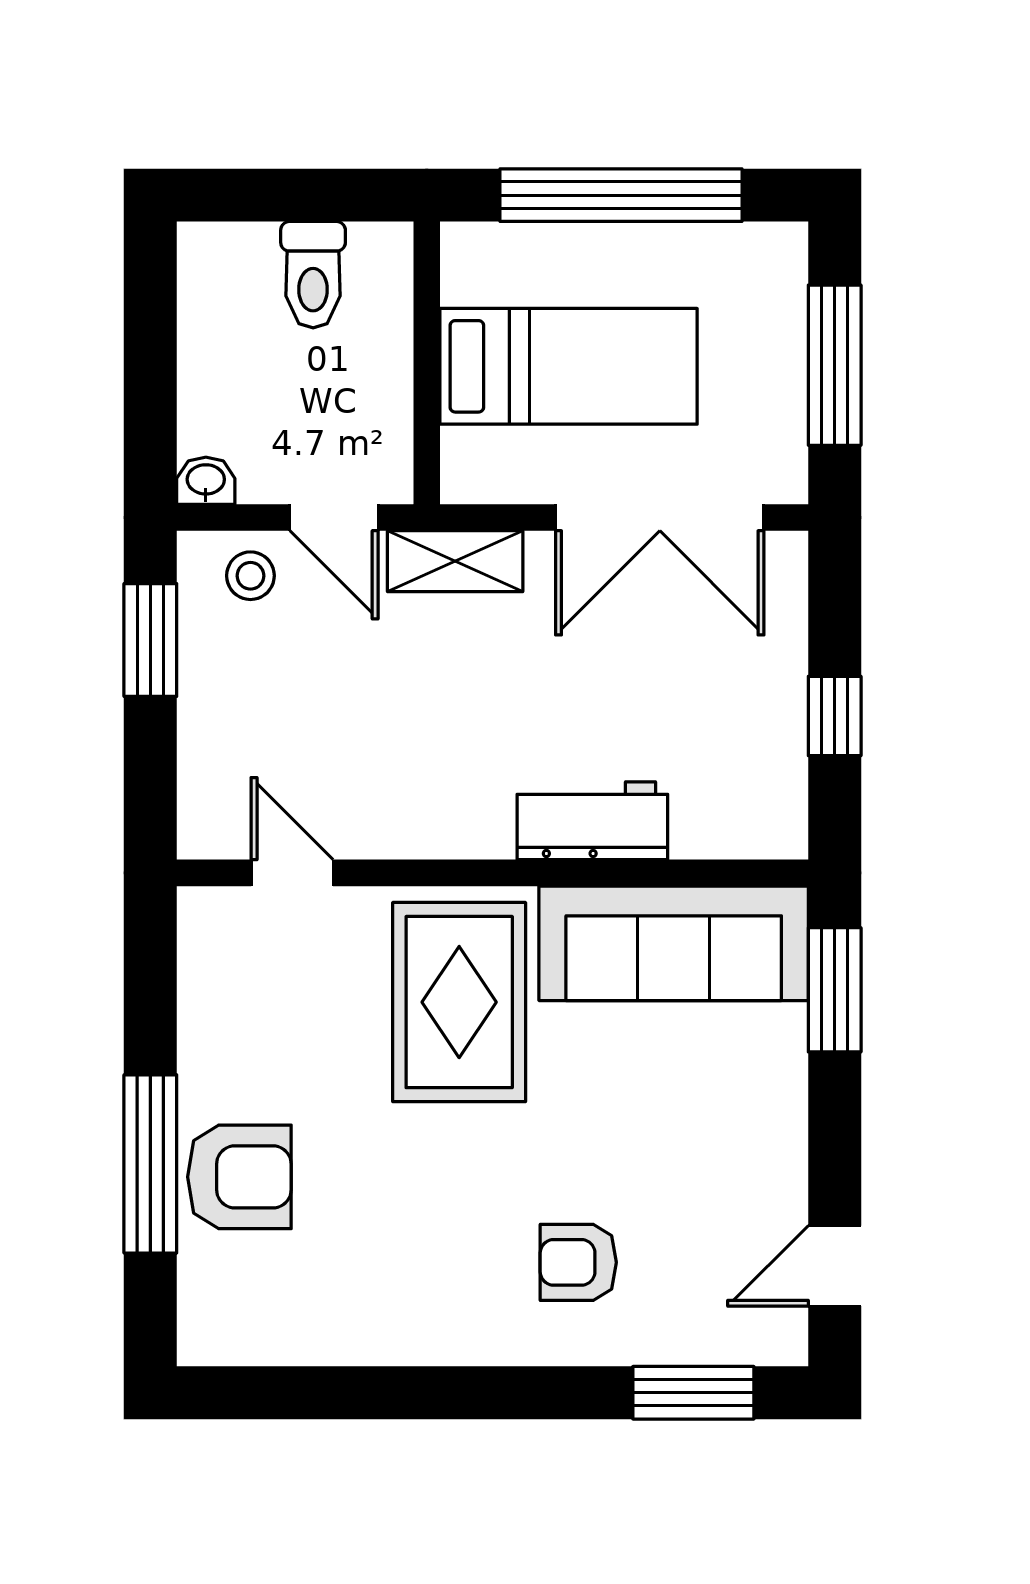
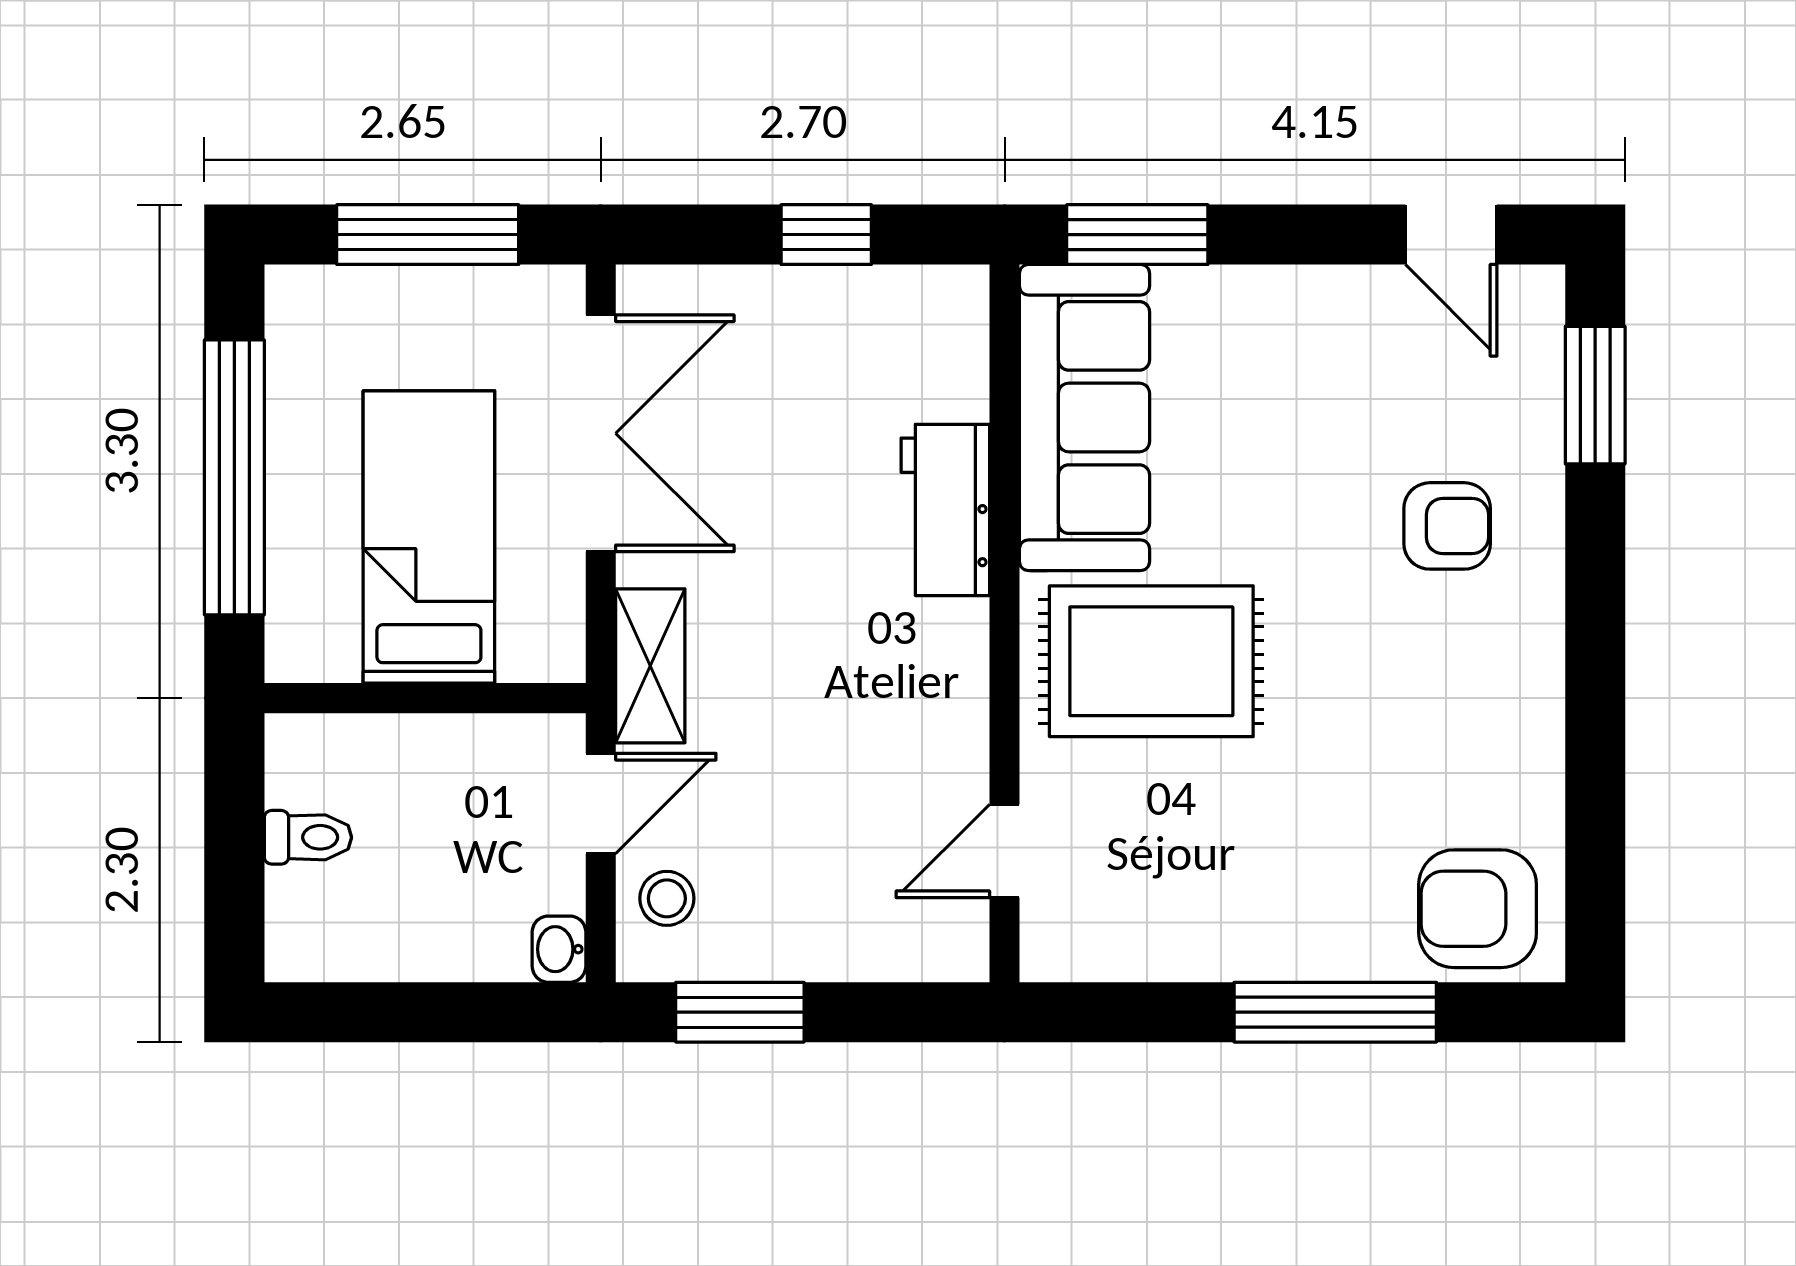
toilet: (313, 275) -> (308, 837), width x0.73, depth x0.72
armchair: (239, 1177) -> (1478, 909), moved, turned -90
armchair: (578, 1262) -> (1447, 526), turned -90

